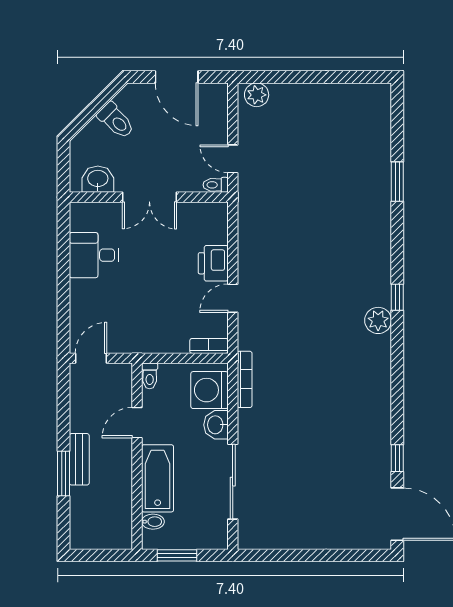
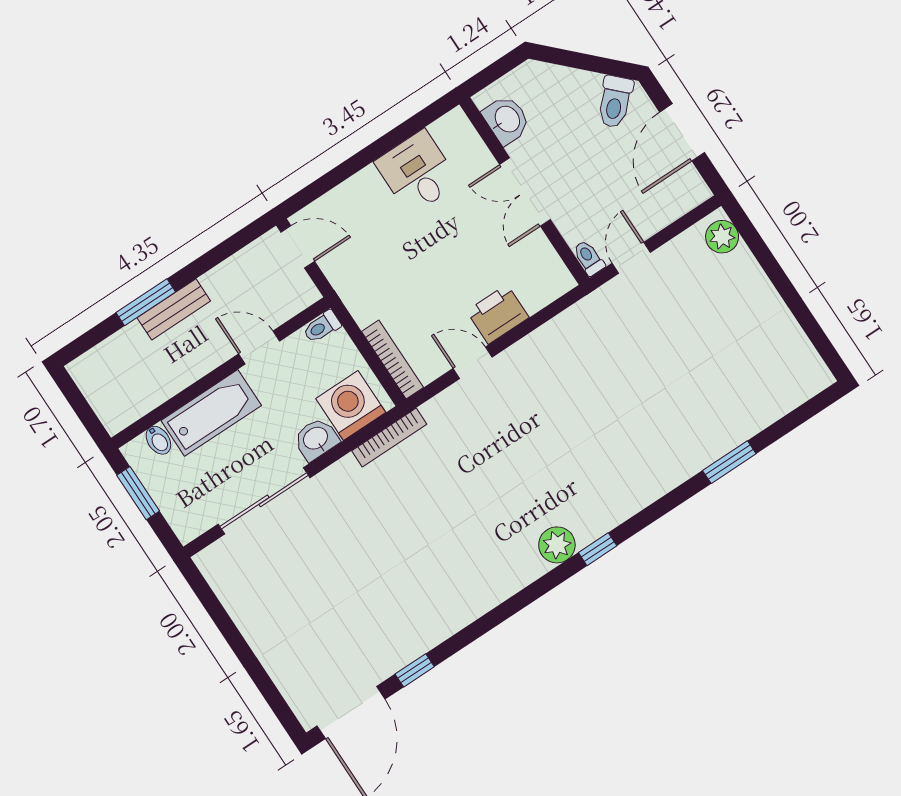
toilet: (116, 121) -> (615, 102), moved
bookcase: (209, 346) -> (392, 359), width x1.56

